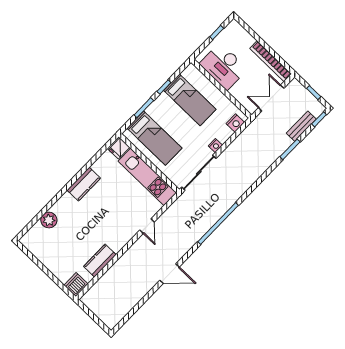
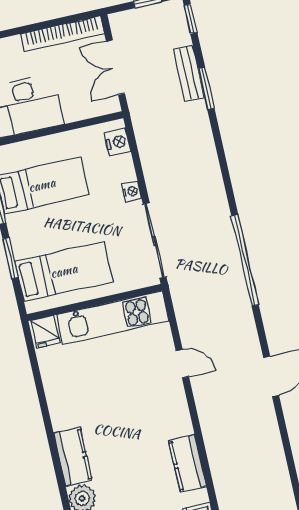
bench: (301, 126) -> (189, 73), moved
kitchen counter: (84, 184) -> (73, 457), moved

